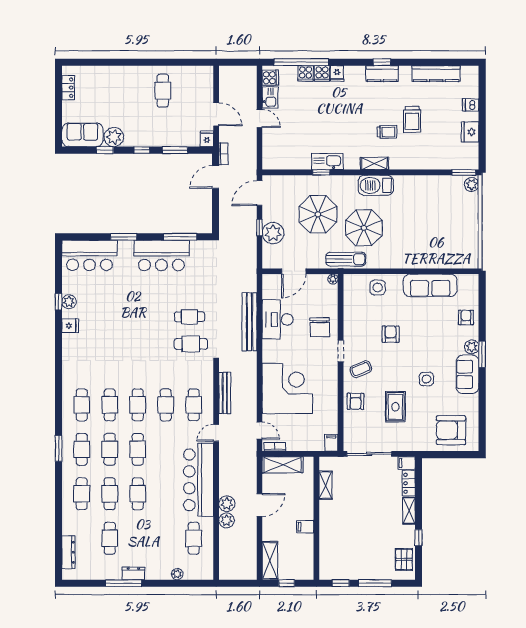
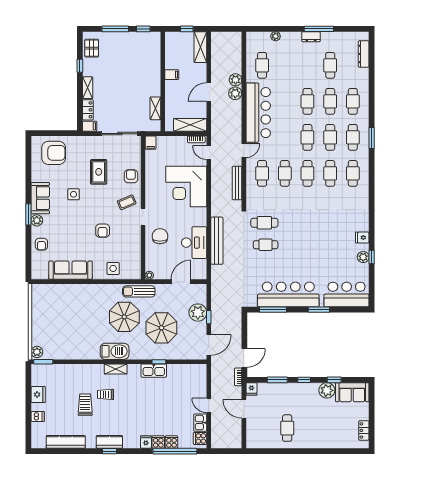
bar counter: (161, 255) -> (288, 294), width x1.36

